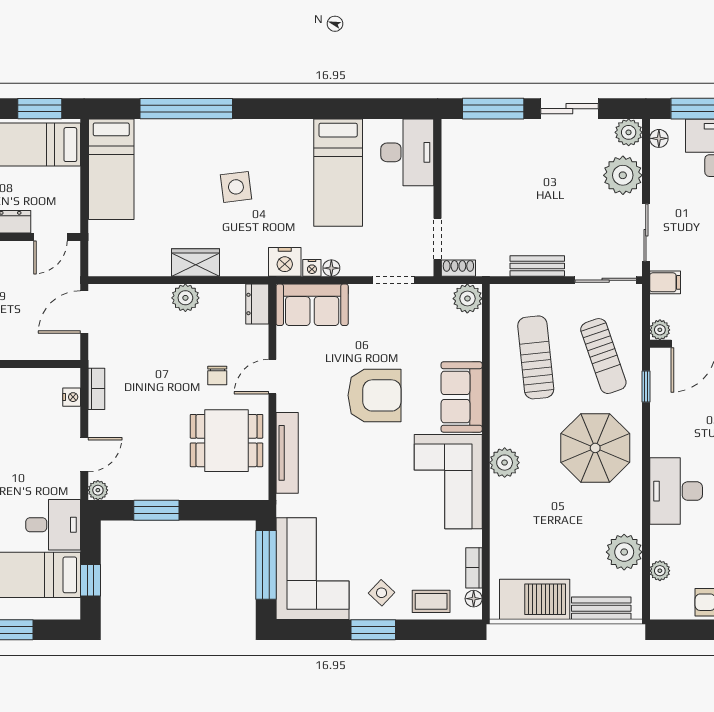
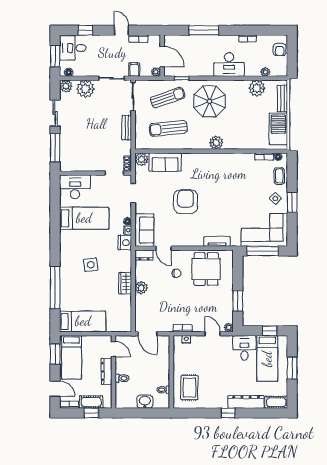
door: (272, 377) -> (163, 248), moved
sofa: (462, 397) -> (165, 162), moved
tv unit: (287, 453) -> (217, 241), width x0.71
corner sofa: (448, 482) -> (225, 168), removed

